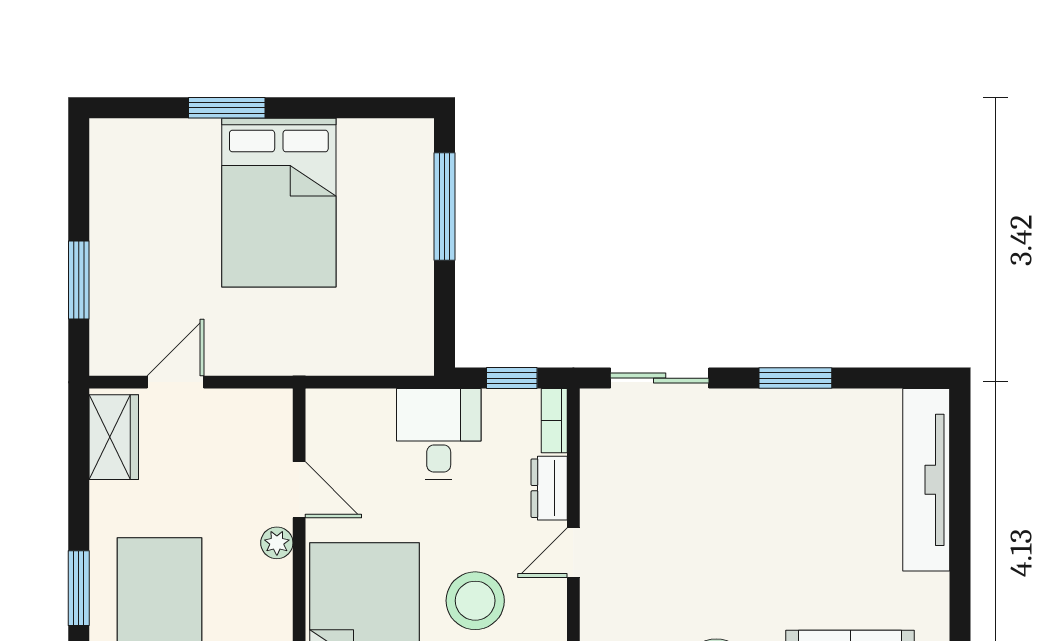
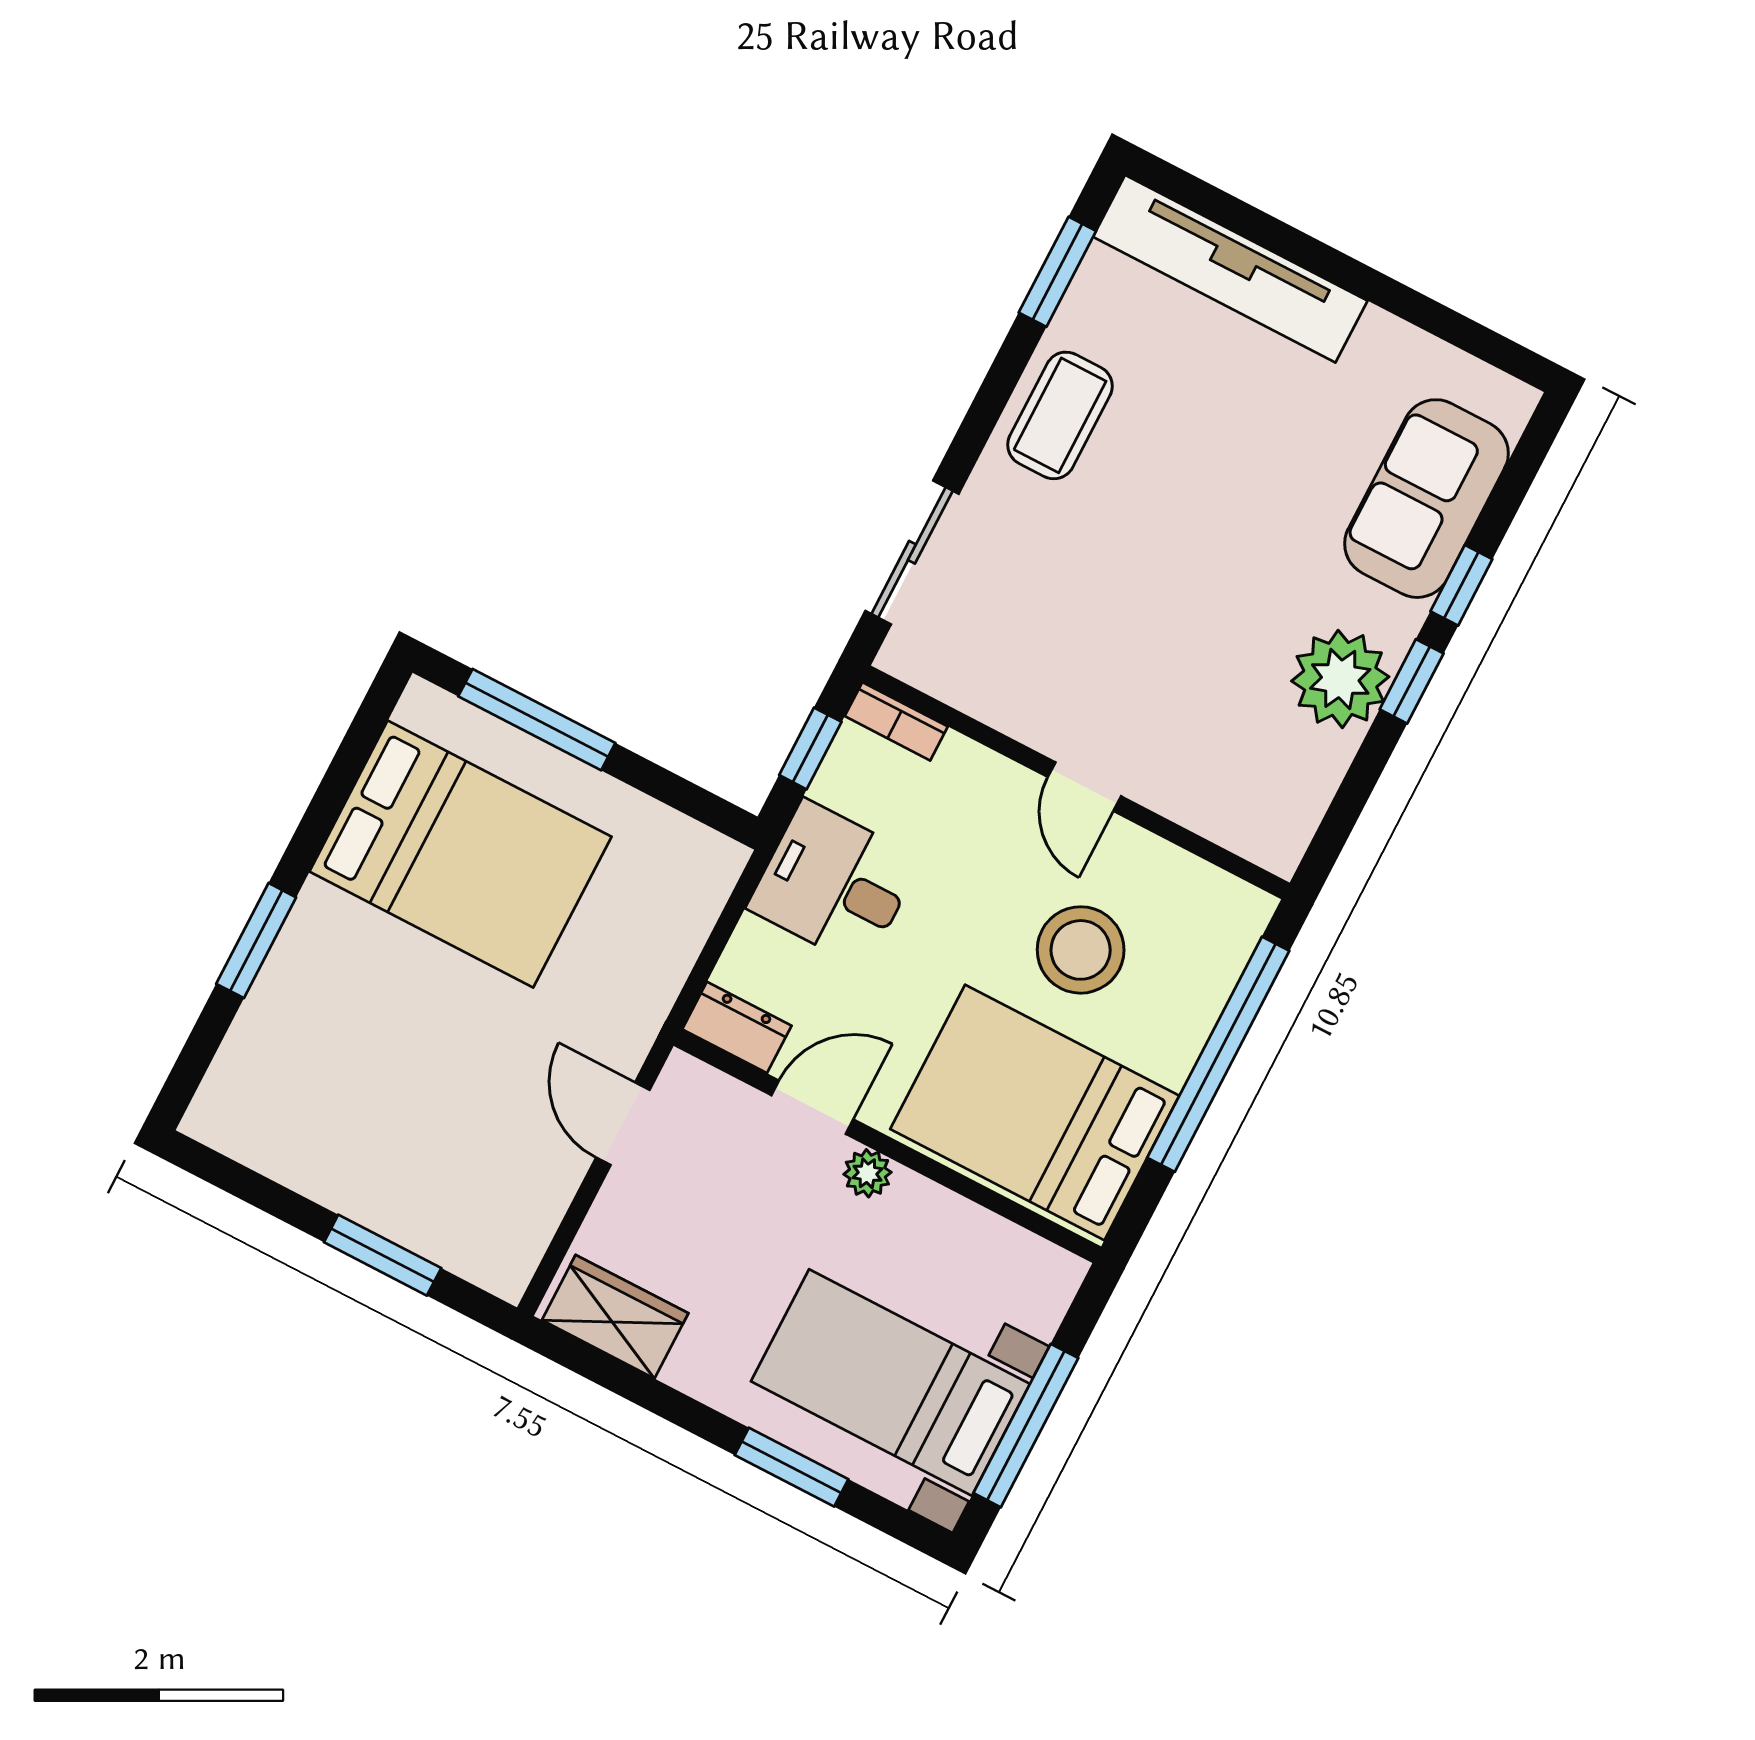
bed: (279, 203) -> (460, 854), moved
window: (795, 378) -> (1057, 272), moved
door: (176, 382) -> (623, 1124), moved
coffee table: (787, 424) -> (1060, 415), added
dresser: (549, 488) -> (737, 1027), moved, turned 180

